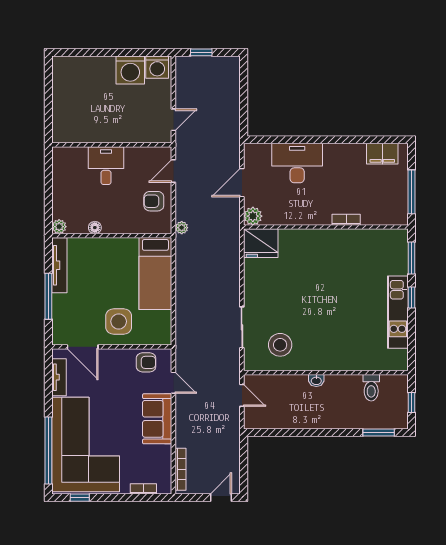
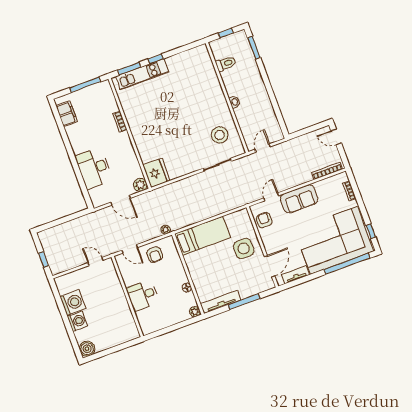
boiler: (62, 66) -> (87, 349), added
washing machine: (157, 67) -> (77, 321), moved
kitchen unit: (398, 312) -> (142, 74), moved

